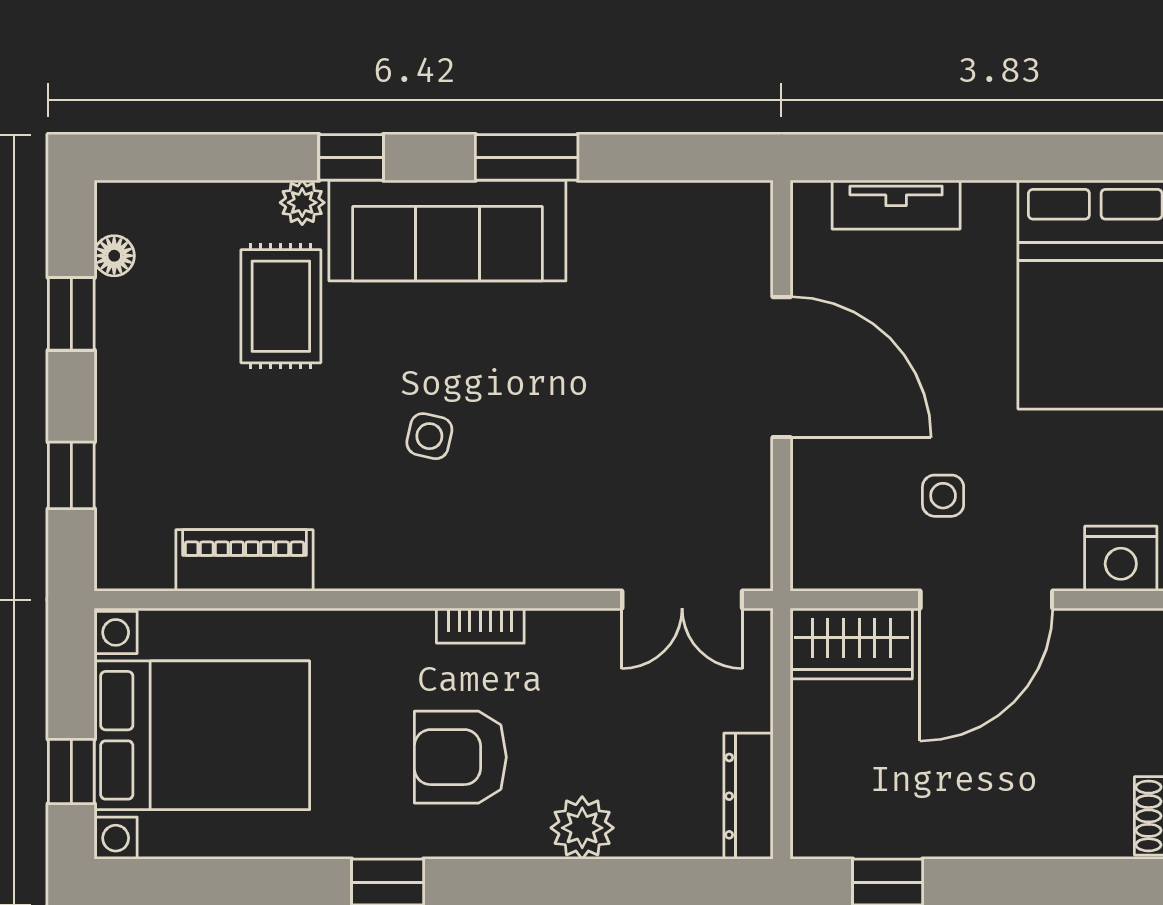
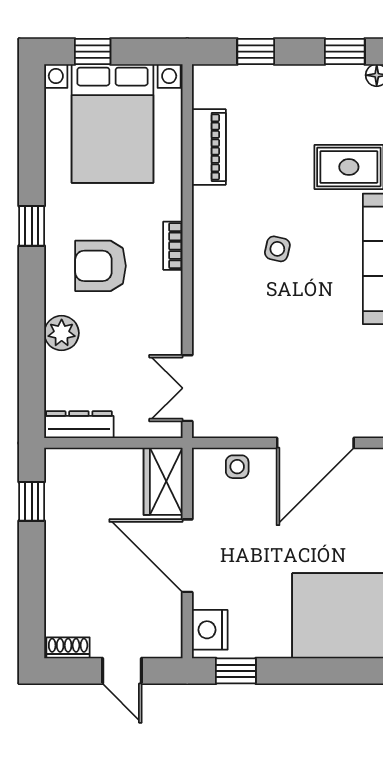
side table: (943, 496) -> (237, 467), moved
bookcase: (480, 626) -> (173, 246), moved
armchair: (460, 757) -> (100, 266), turned -90

